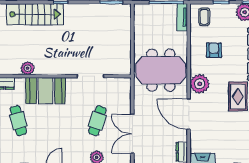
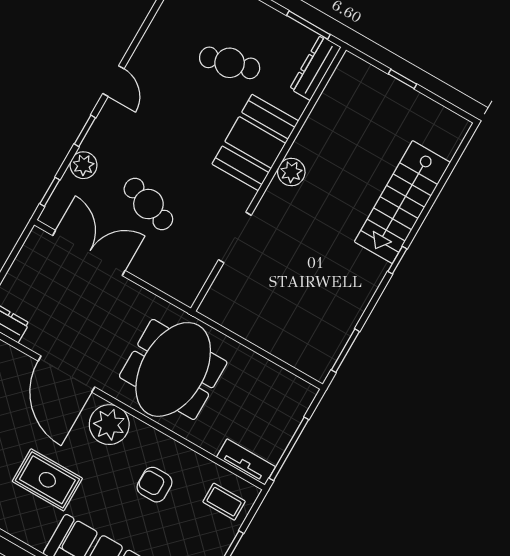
armchair: (214, 50) -> (155, 485), turned 180
plant: (28, 68) -> (291, 172), moved
door: (189, 114) -> (66, 374), swing flipped

